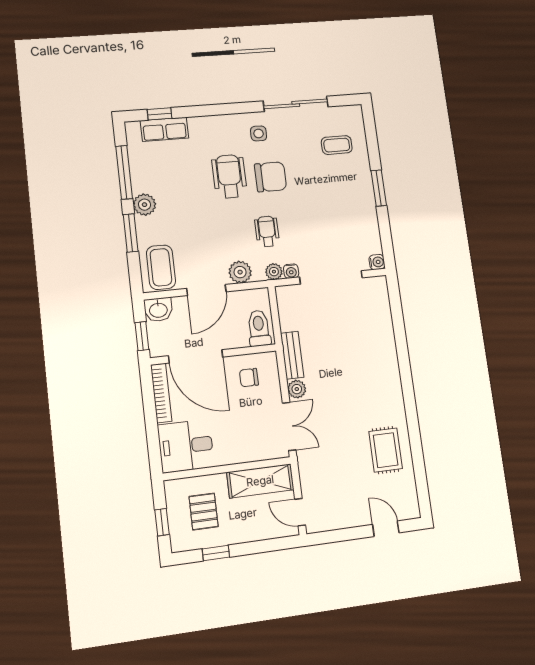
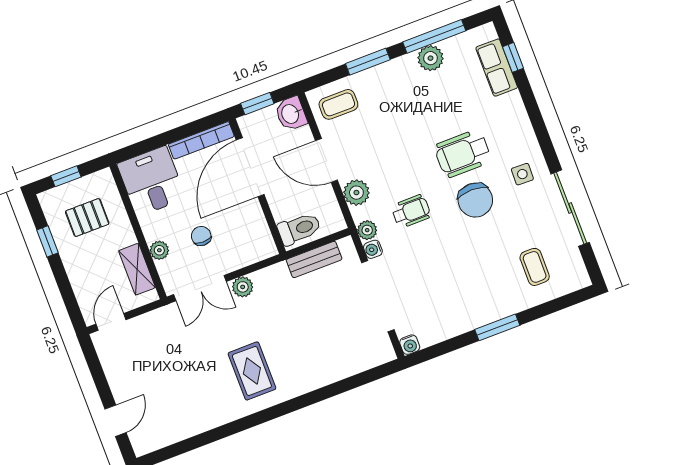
wheelchair: (229, 176) -> (463, 154), turned 180
plant: (145, 205) -> (430, 58), moved
coffee table: (161, 267) -> (338, 104), width x0.73, depth x0.77
bench: (292, 355) -> (314, 259), moved
chair: (249, 378) -> (201, 236), moved
rug: (386, 450) -> (252, 371), moved, turned 90
plant: (248, 454) -> (159, 250), added
shelving: (260, 481) -> (137, 269), width x0.67, depth x0.75

